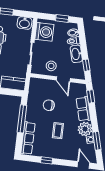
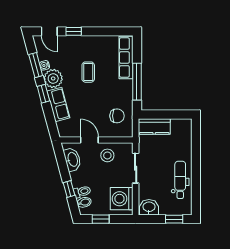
washbasin: (76, 54) -> (72, 159), moved
window: (86, 65) -> (69, 189), moved
window: (91, 96) -> (43, 94), moved
chair: (49, 105) -> (117, 116), moved
window: (47, 160) -> (74, 31), moved

